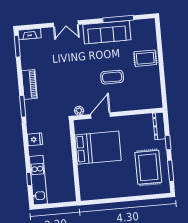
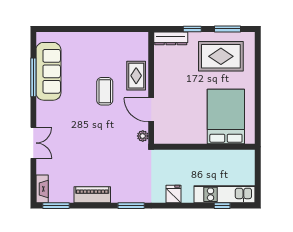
sofa: (107, 32) -> (48, 71), moved
rug: (145, 58) -> (136, 76), moved
piano: (29, 85) -> (92, 195), moved
bed: (98, 148) -> (226, 117), moved

